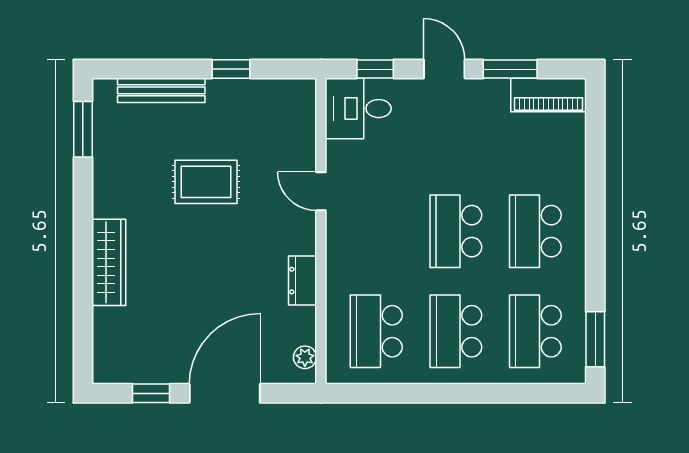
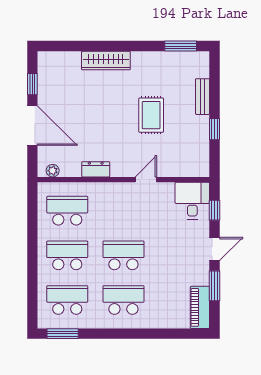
bench: (161, 90) -> (203, 97), width x0.73

